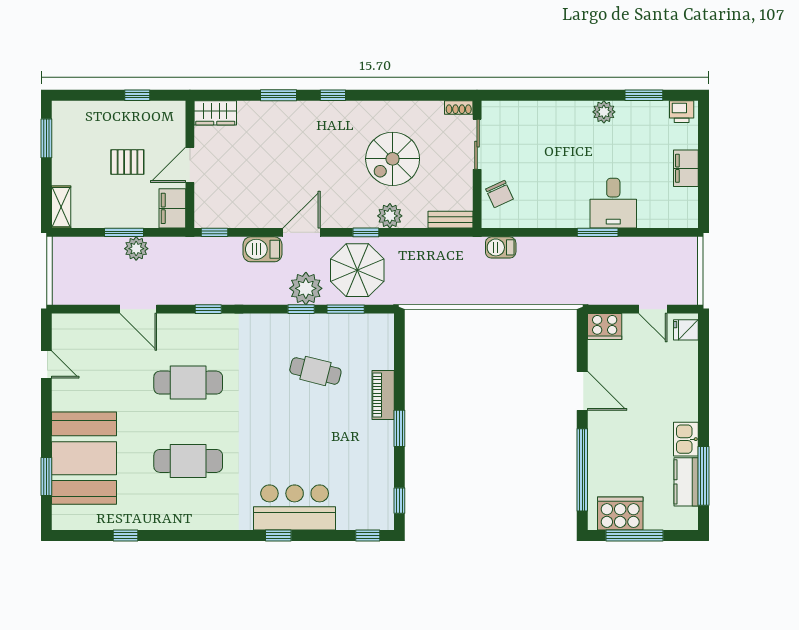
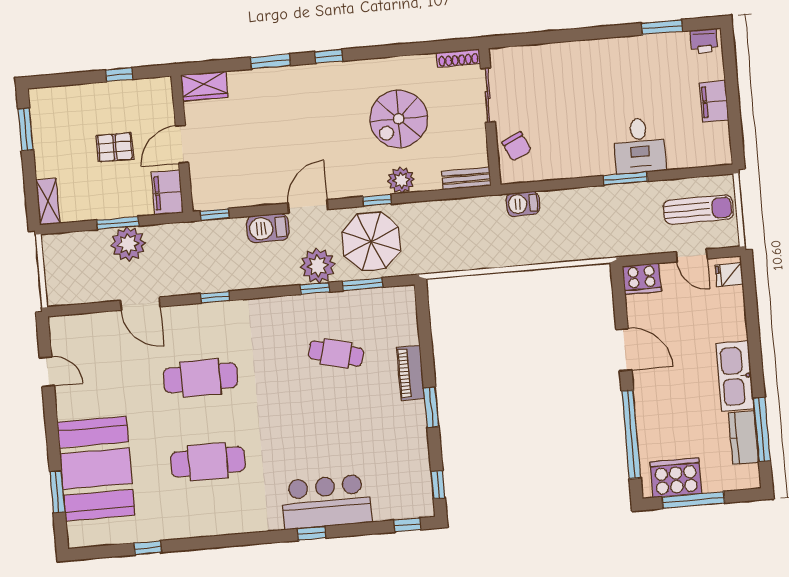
shoe rack: (459, 107) -> (458, 58), width x1.43
plant: (604, 112) -> (621, 49), removed
plant: (136, 249) -> (128, 244), width x1.36, depth x1.36
sun lounger: (663, 267) -> (699, 210), added
kitchen sink: (686, 439) -> (735, 376), width x1.88, depth x1.24

